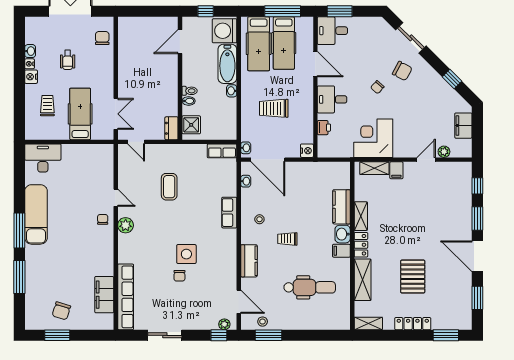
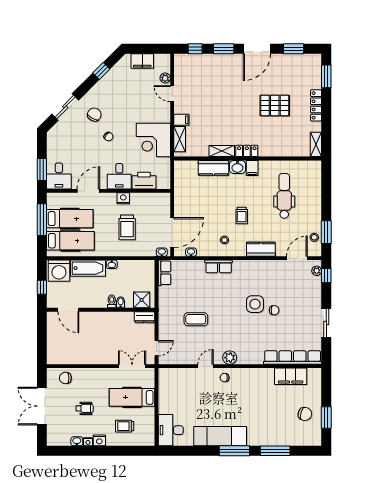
printer: (324, 128) -> (144, 181), width x1.87, depth x1.48
nightstand: (307, 151) -> (123, 198), moved
shelving: (363, 280) -> (278, 149), removed

